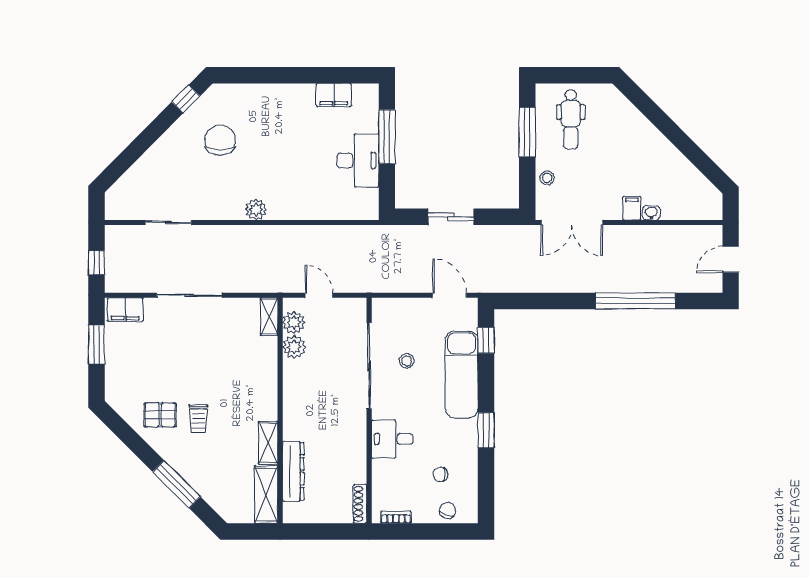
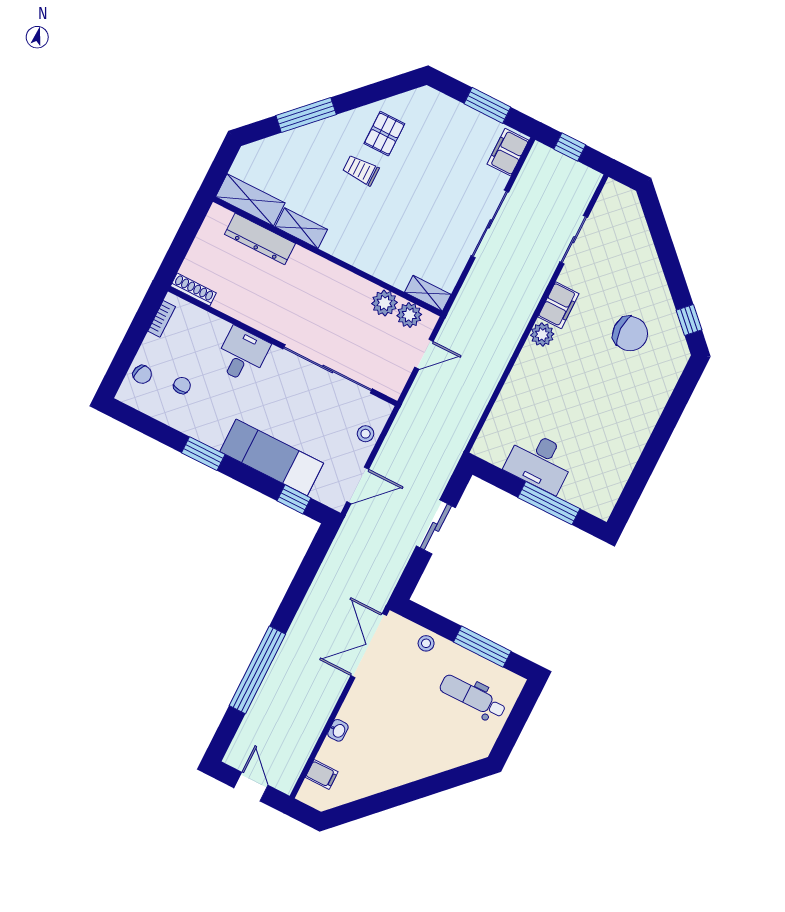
filing cabinet: (334, 95) -> (558, 305), moved, turned 180
filing cabinet: (632, 208) -> (322, 775), moved
stool: (407, 361) -> (366, 434), moved

